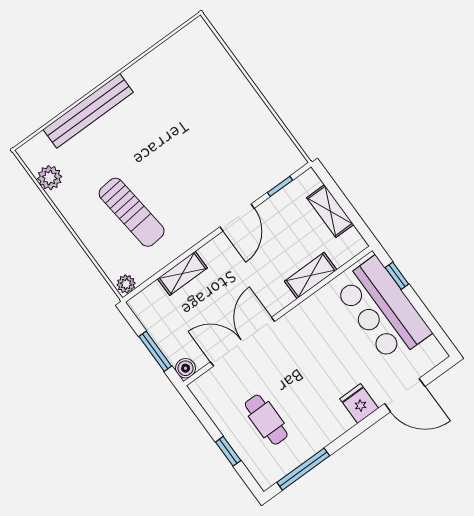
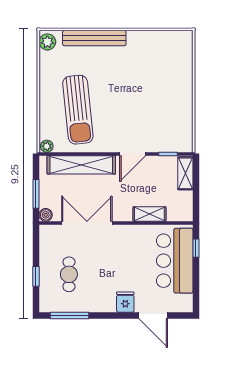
plant: (50, 178) -> (47, 42), moved
shelving: (330, 211) -> (185, 173), moved
sun lounger: (132, 212) -> (78, 110), width x1.36, depth x1.34
shelving: (182, 273) -> (81, 165), width x2.20, depth x1.33

